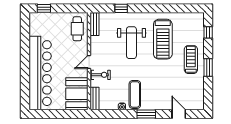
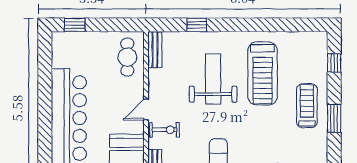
weight bench: (131, 43) -> (213, 79), turned 180

